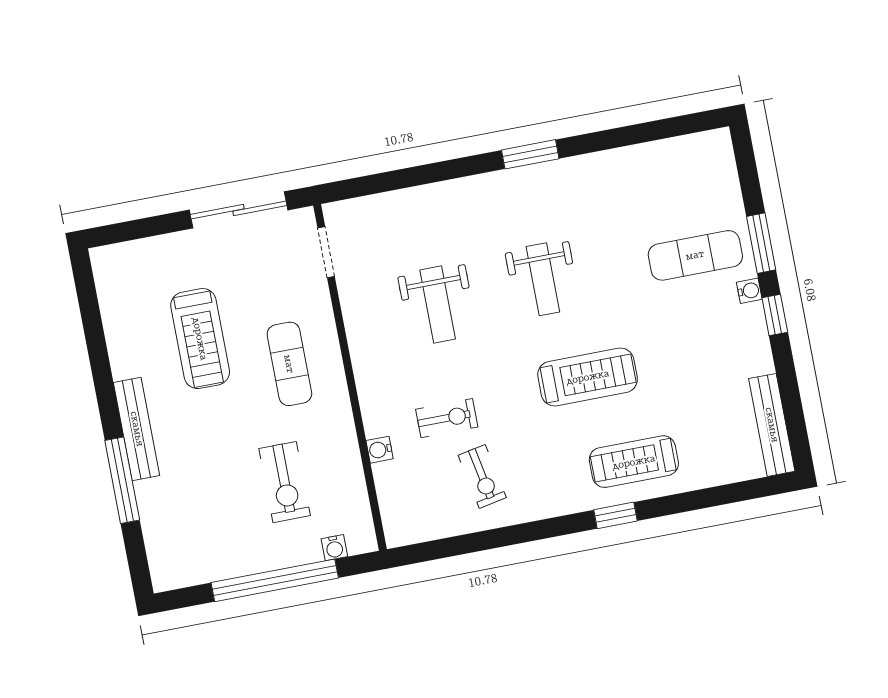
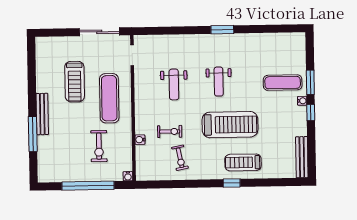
exercise mat: (289, 364) -> (109, 98), width x1.36, depth x1.45
treadmill: (588, 377) -> (230, 125), width x1.37, depth x1.38
water cooler: (334, 548) -> (128, 176), moved

